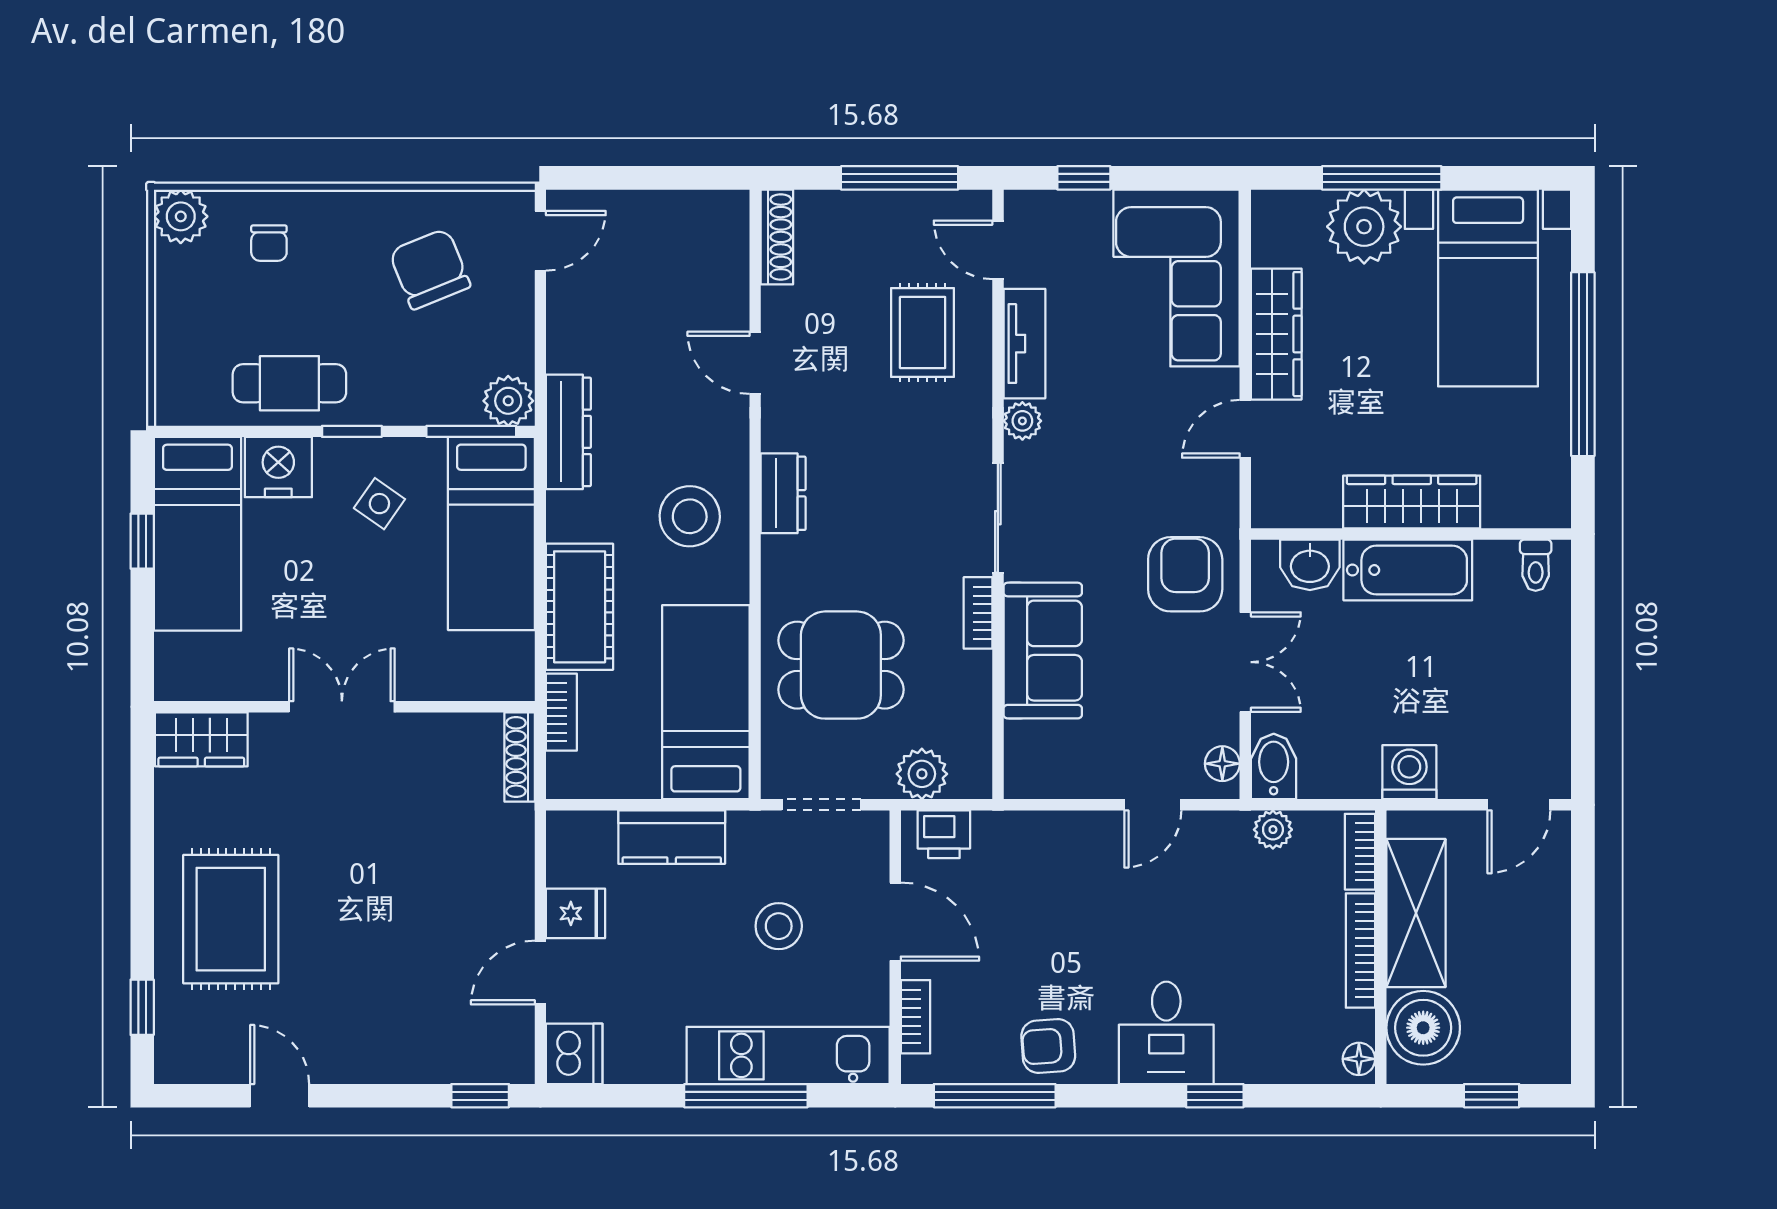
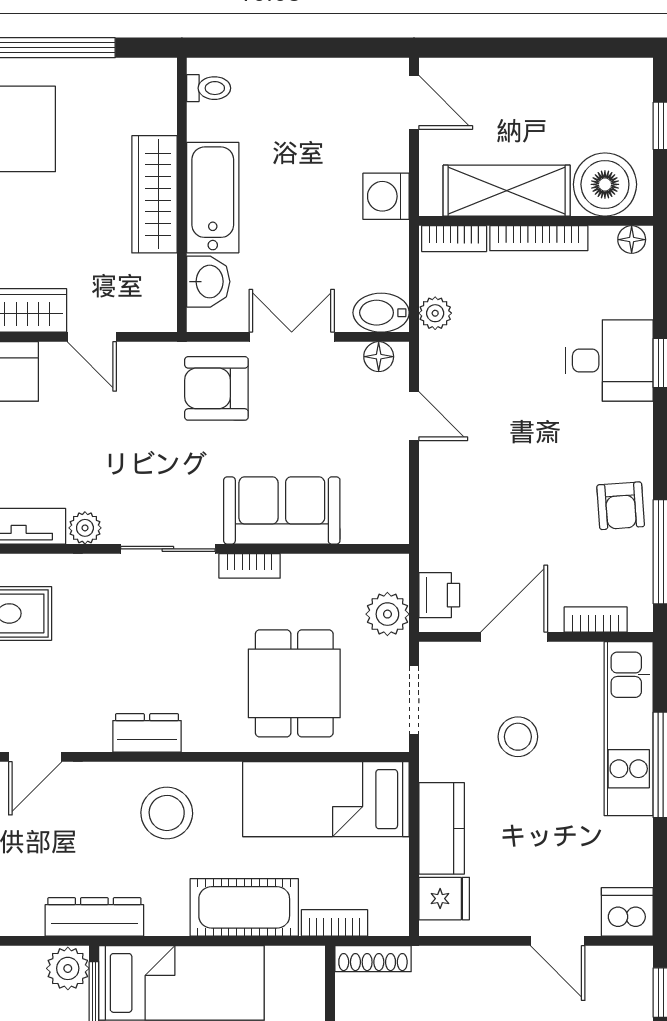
fridge: (576, 913) -> (444, 899), moved, turned 90
desk: (1166, 1033) -> (609, 360), moved

